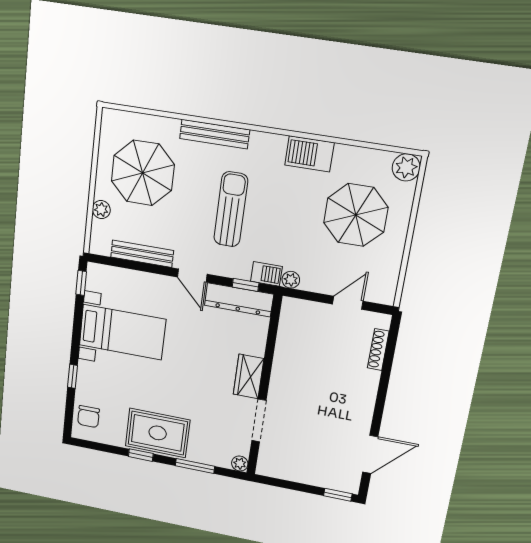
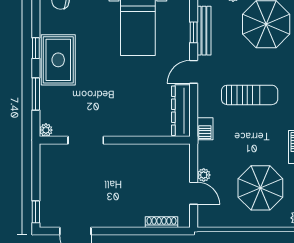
plant: (291, 280) -> (204, 175), moved
window: (246, 285) -> (194, 32), moved
wardrobe: (249, 376) -> (121, 127), removed

